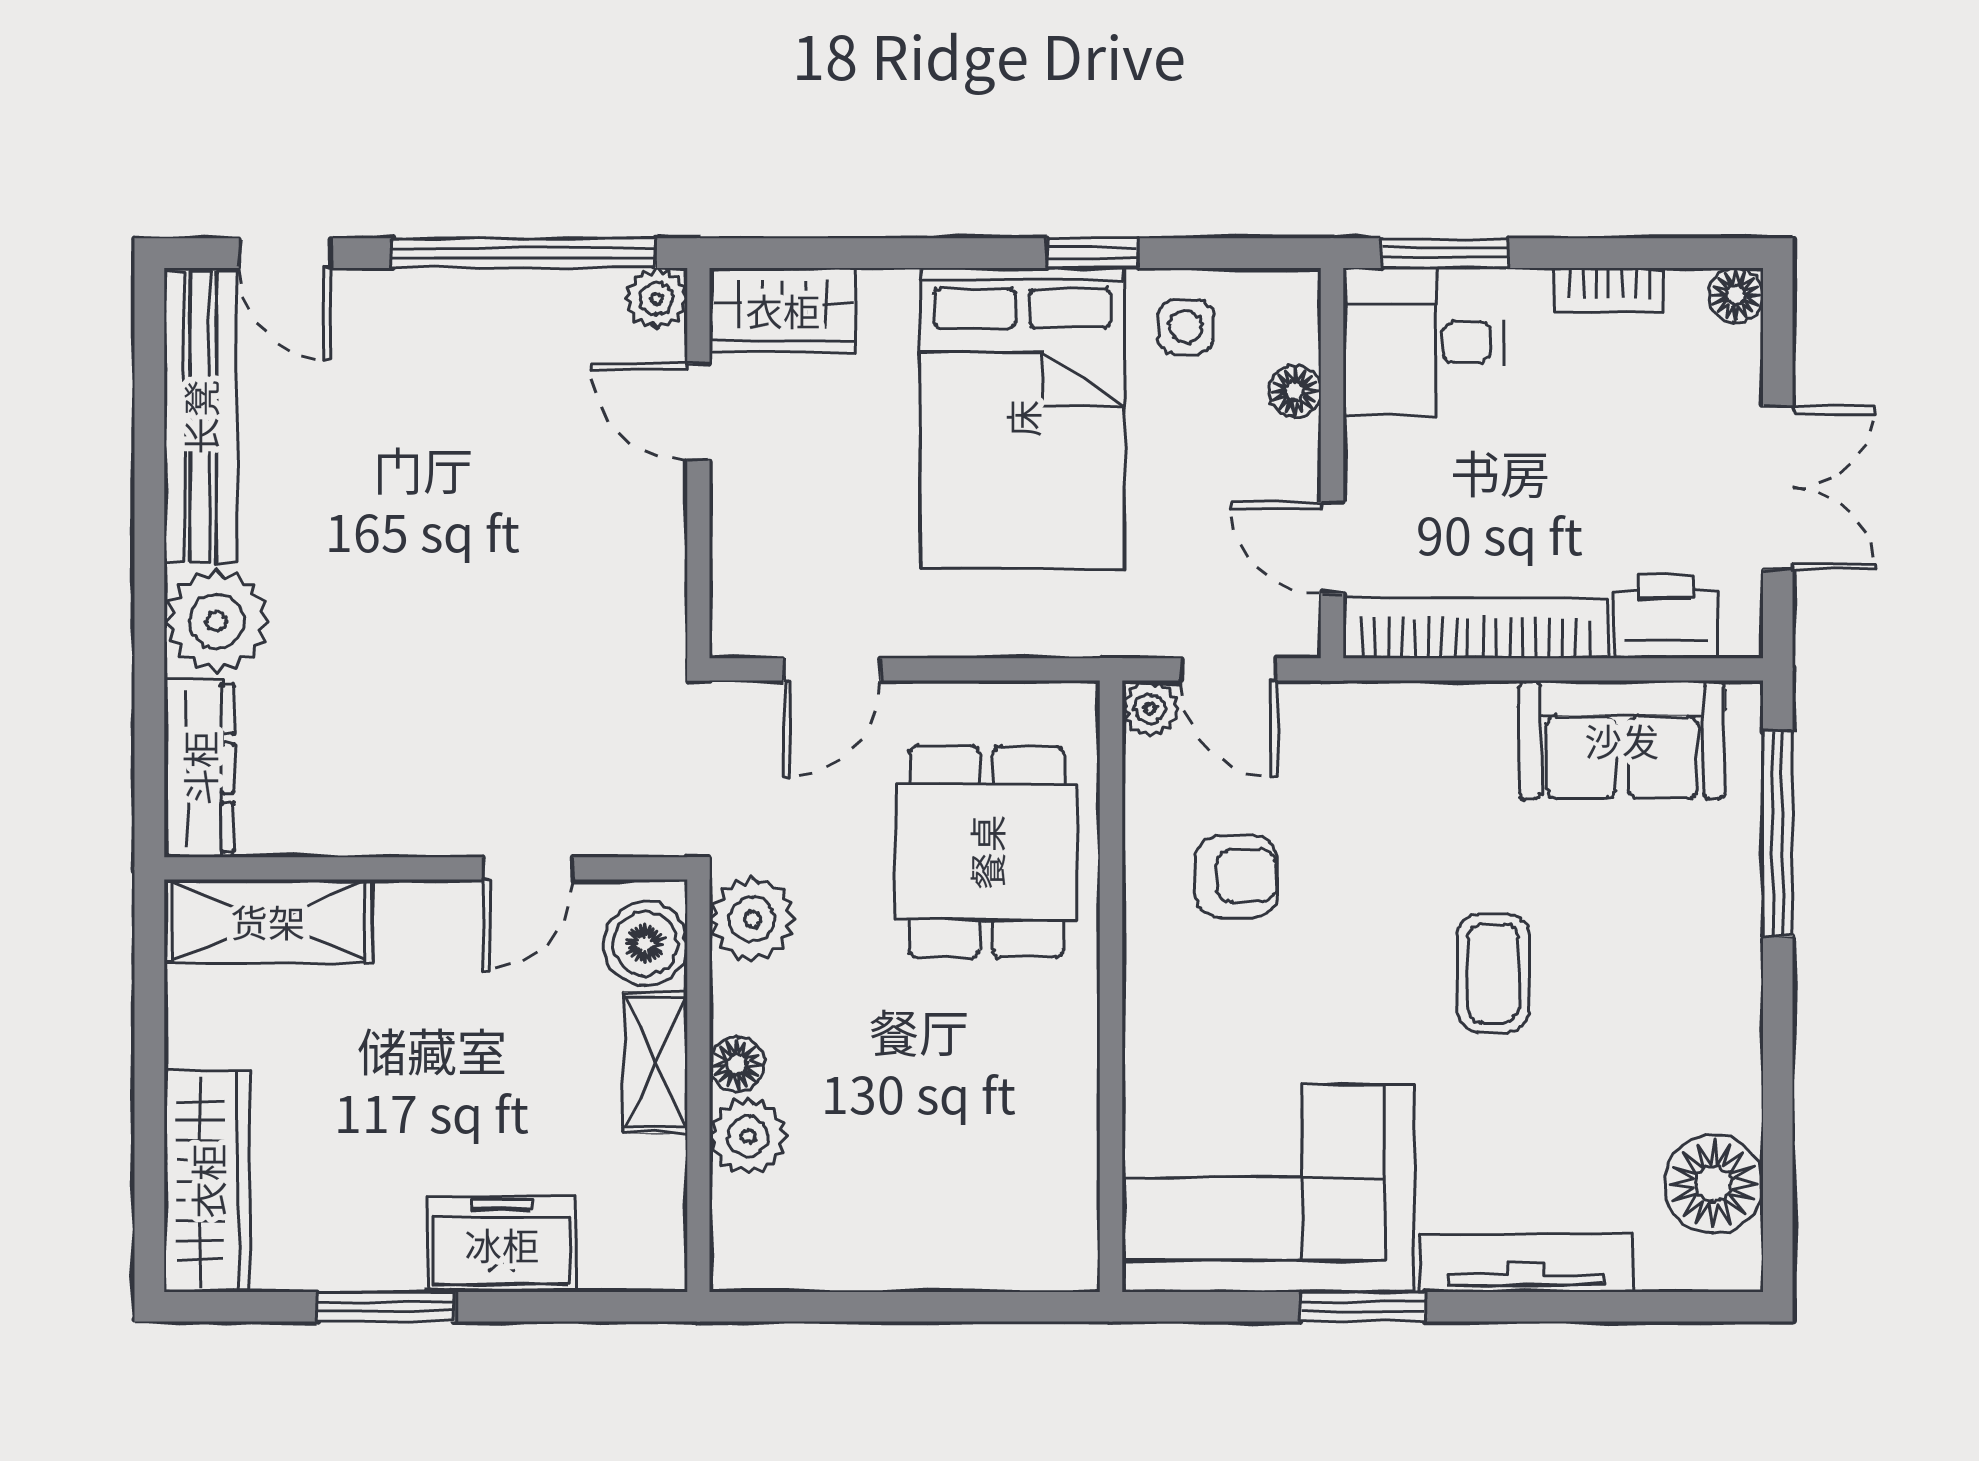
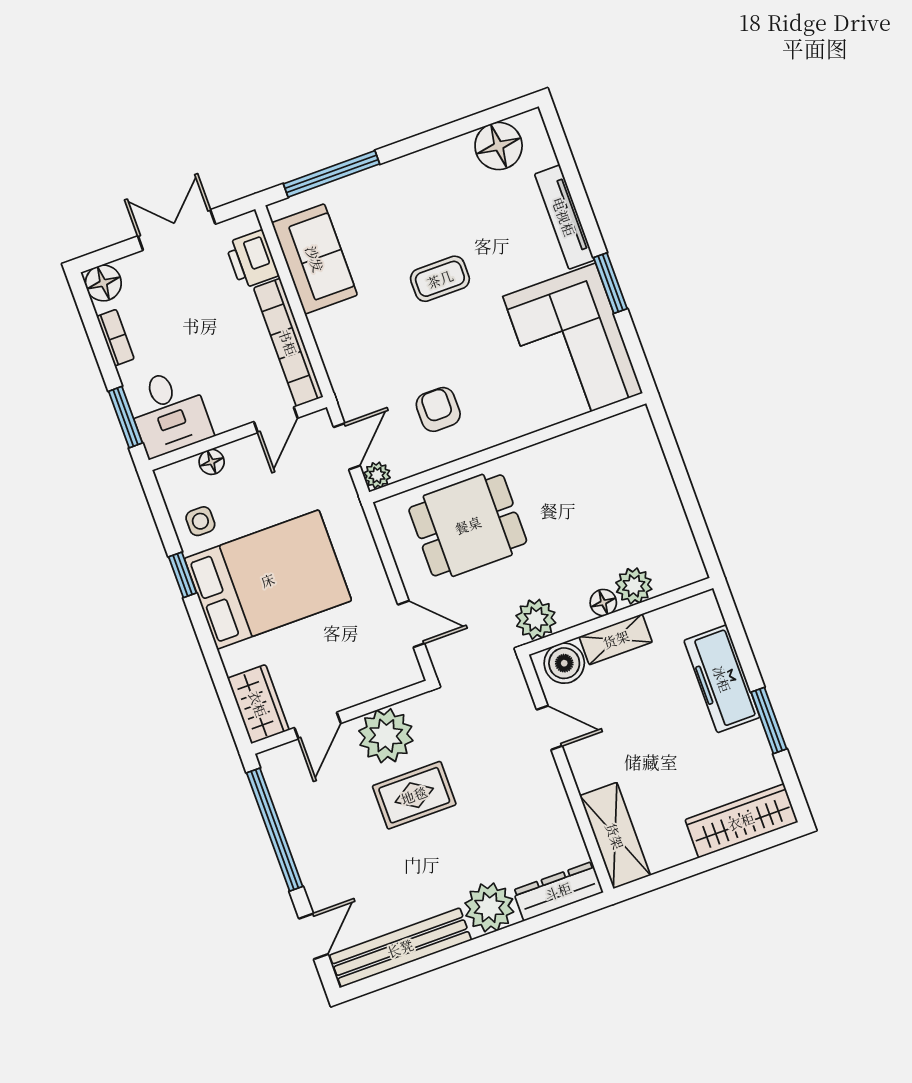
floor lamp: (1736, 295) -> (103, 283), width x1.37, depth x1.37
plant: (656, 299) -> (386, 736), moved, width x1.88, depth x1.88
rug: (492, 553) -> (414, 795), added
freezer: (502, 1244) -> (722, 679), width x1.40

